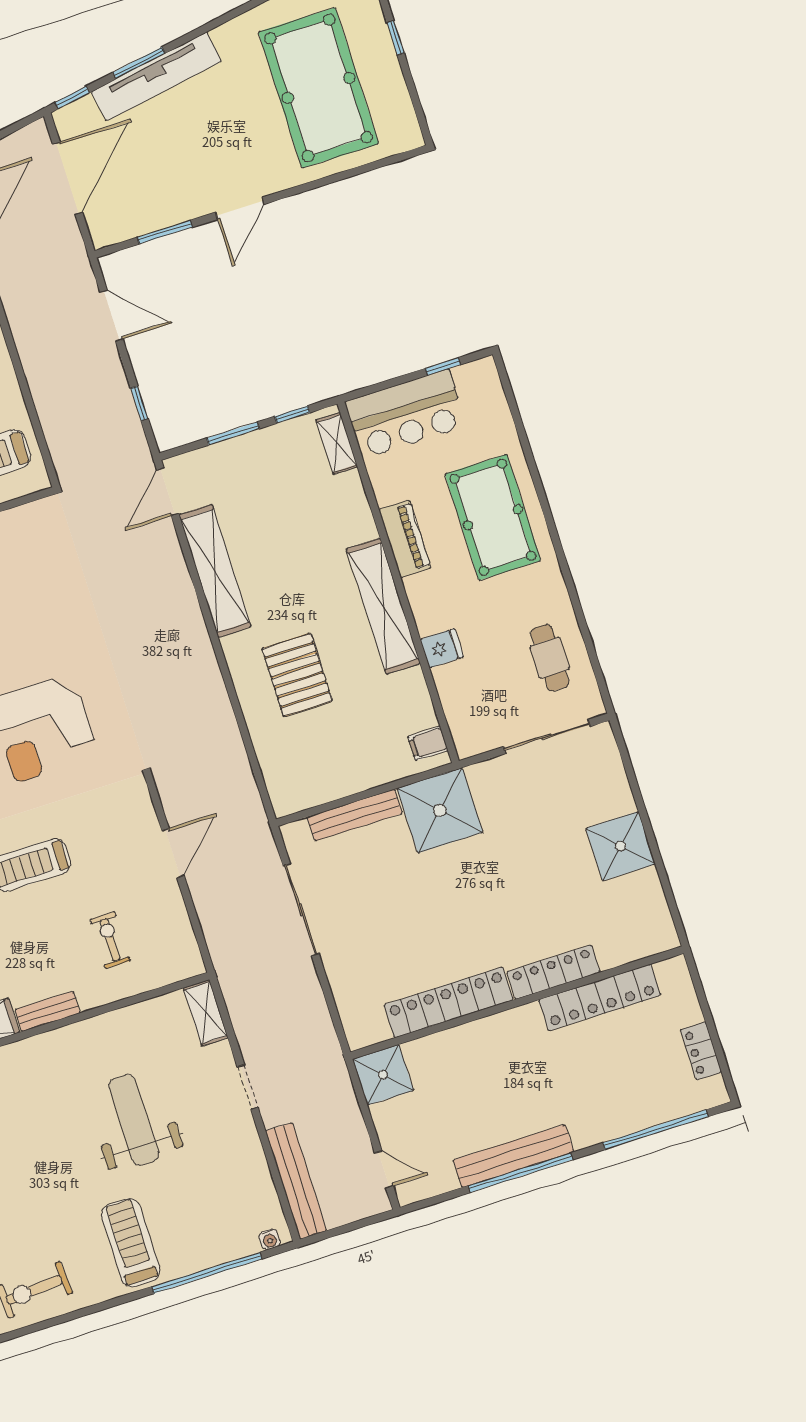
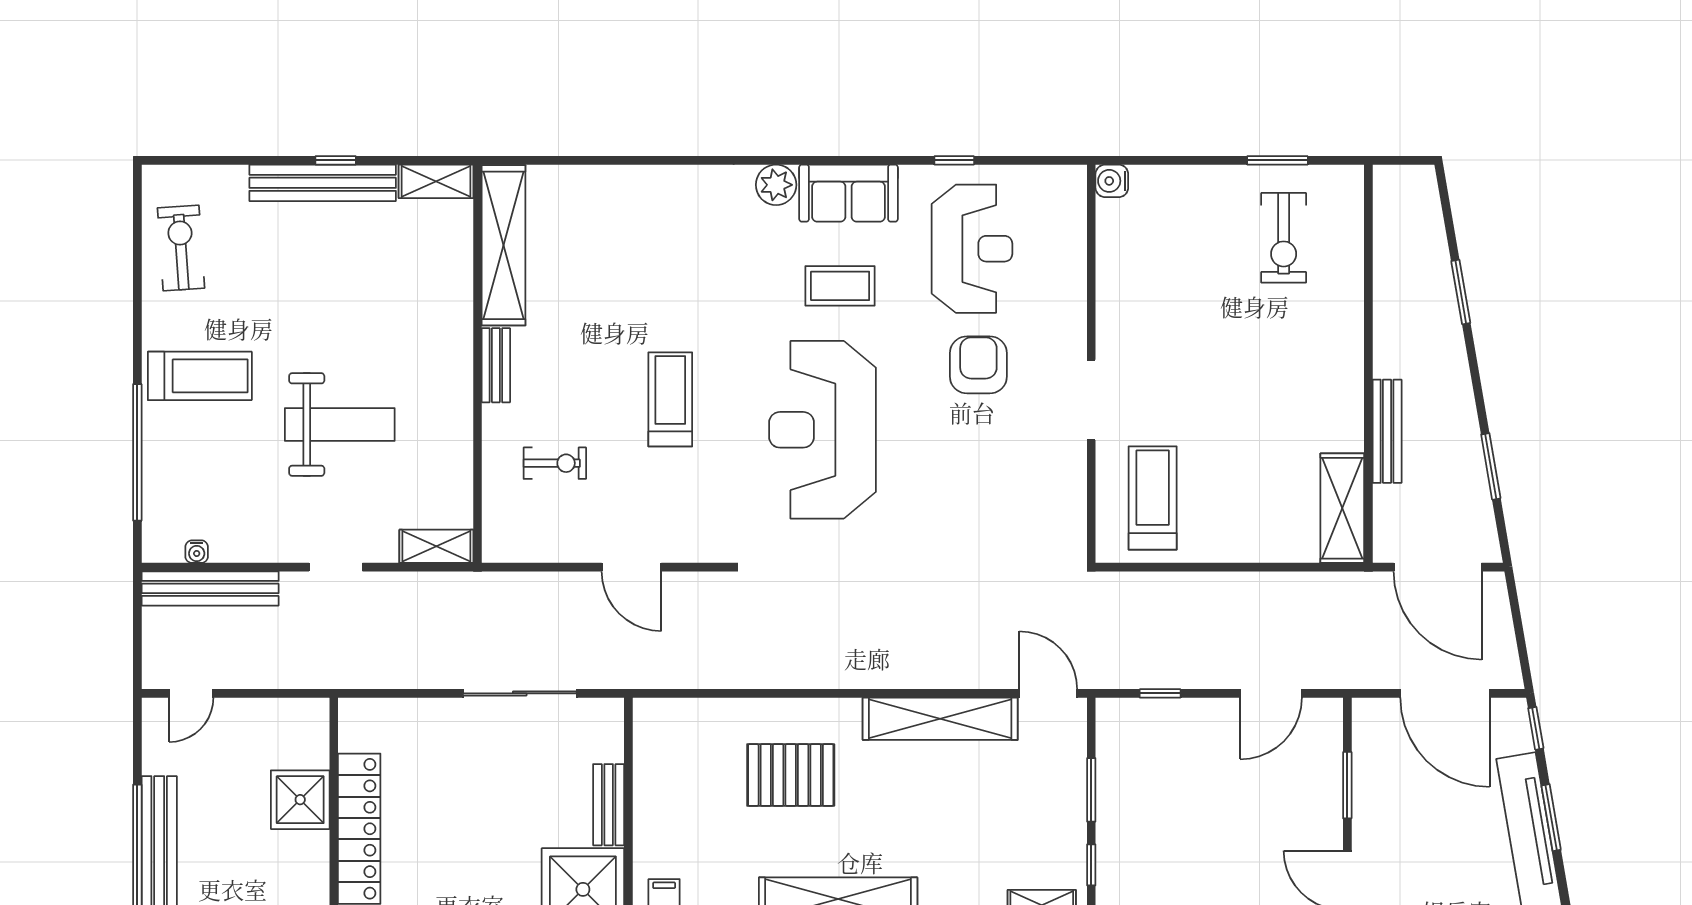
bench: (355, 815) -> (609, 805), width x0.73
shower: (383, 1075) -> (300, 800), moved
water cooler: (270, 1239) -> (197, 552), moved, turned -90

